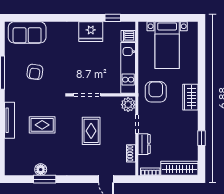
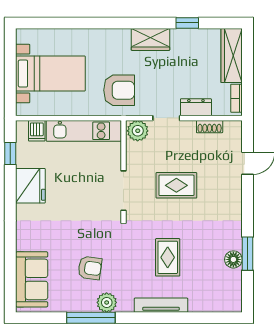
plant: (11, 83) -> (107, 302), added
armchair: (156, 92) -> (119, 90), turned 180
wardrobe: (190, 97) -> (150, 39), moved

